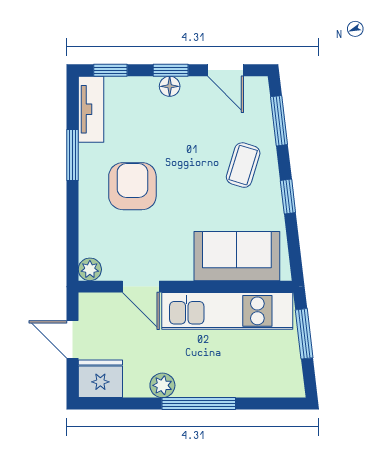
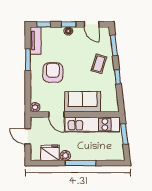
sofa: (237, 256) -> (83, 102), moved
fridge: (100, 379) -> (50, 153), moved

